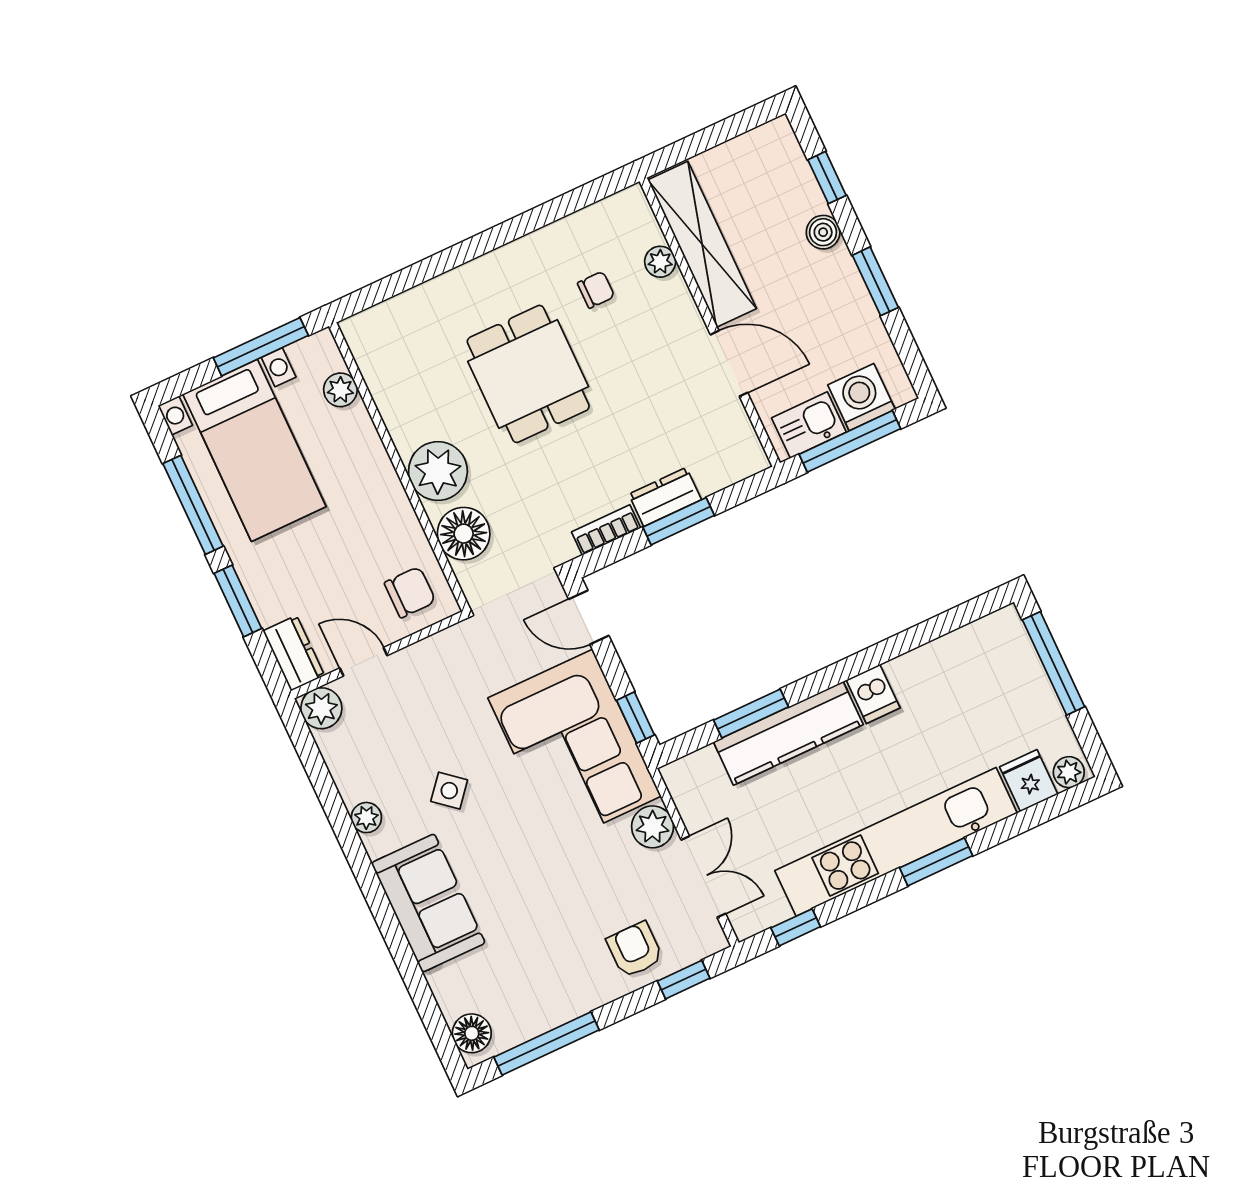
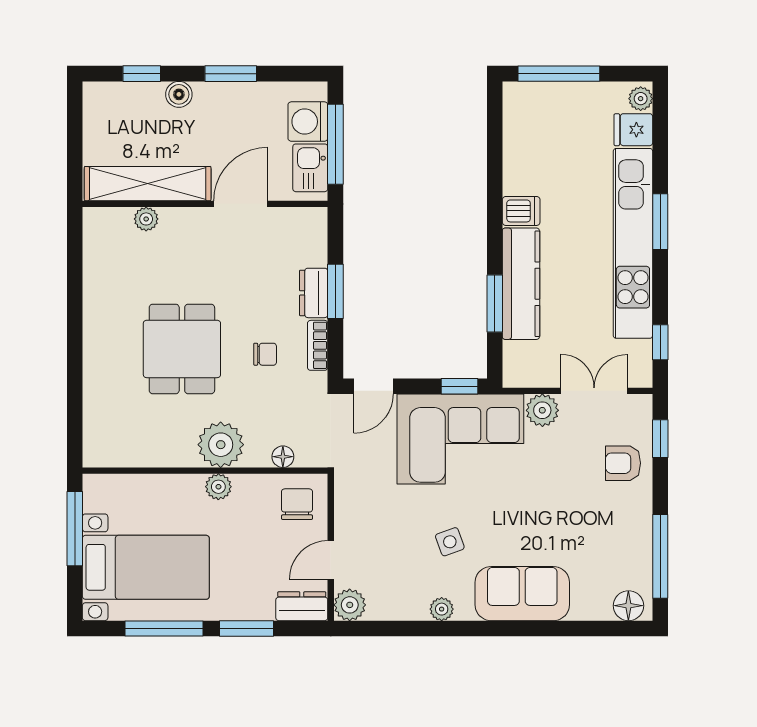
chair: (596, 290) -> (265, 354), moved, turned 90
dining table: (528, 374) -> (182, 349), turned 90
plant: (340, 390) -> (218, 487), moved
floor lamp: (464, 534) -> (283, 457), width x0.53, depth x0.53
side table: (449, 791) -> (450, 542), turned 30

